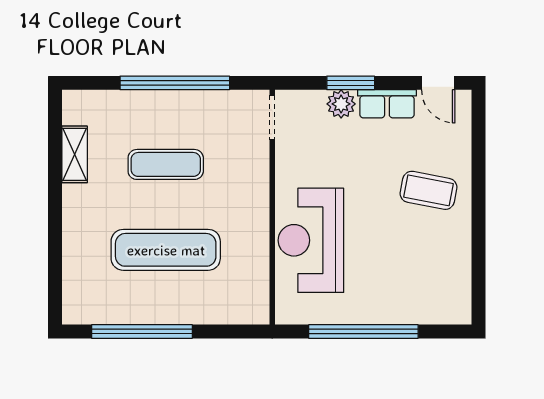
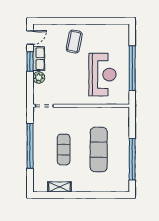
window: (351, 83) -> (30, 61), moved
reception desk: (311, 240) -> (102, 75), moved, turned -90

